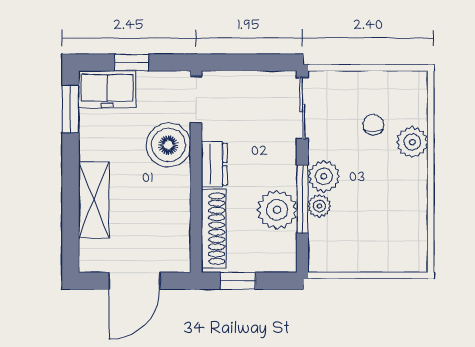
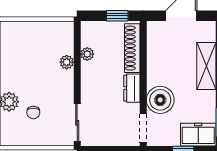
plant: (324, 176) -> (64, 81), removed
window: (302, 199) -> (77, 66), removed
plant: (277, 210) -> (87, 54), width x0.53, depth x0.53

